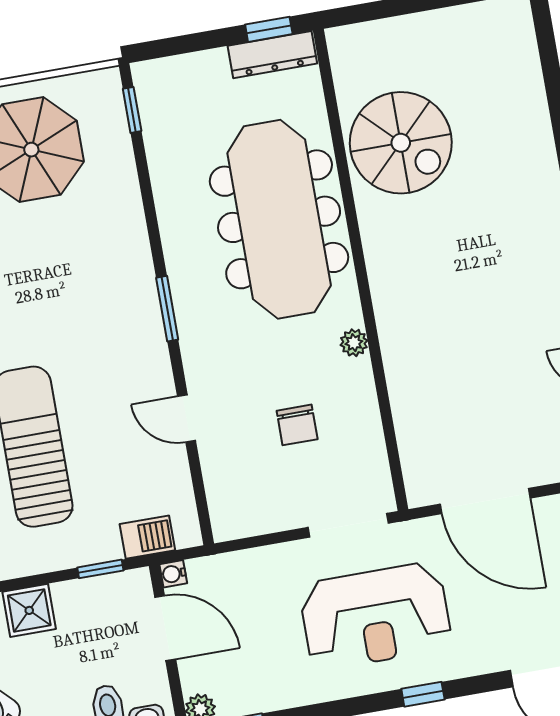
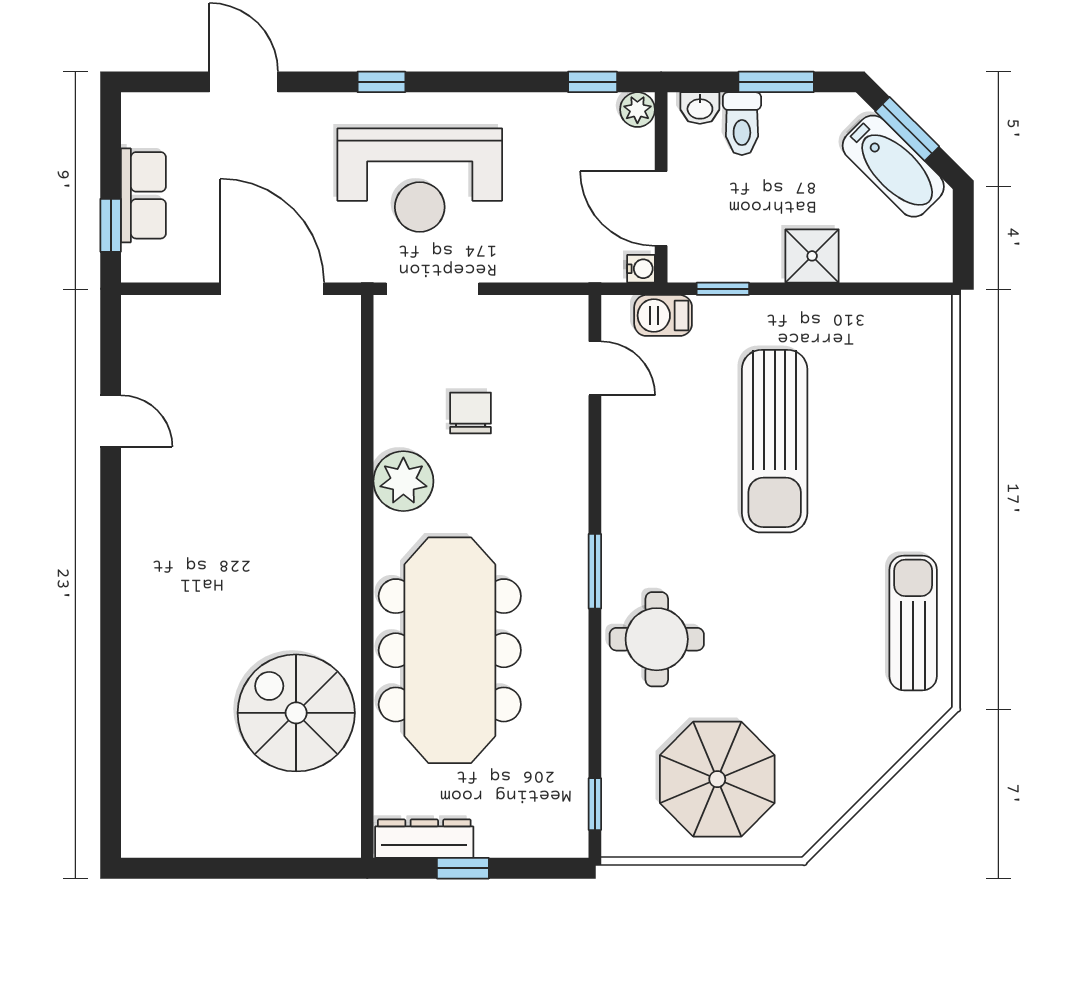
window: (269, 29) -> (463, 868), moved
round table: (104, 260) -> (657, 639), added
plant: (354, 343) -> (403, 481), width x1.87, depth x1.87
door: (186, 418) -> (595, 368), moved
reception desk: (375, 616) -> (420, 180), turned 180

